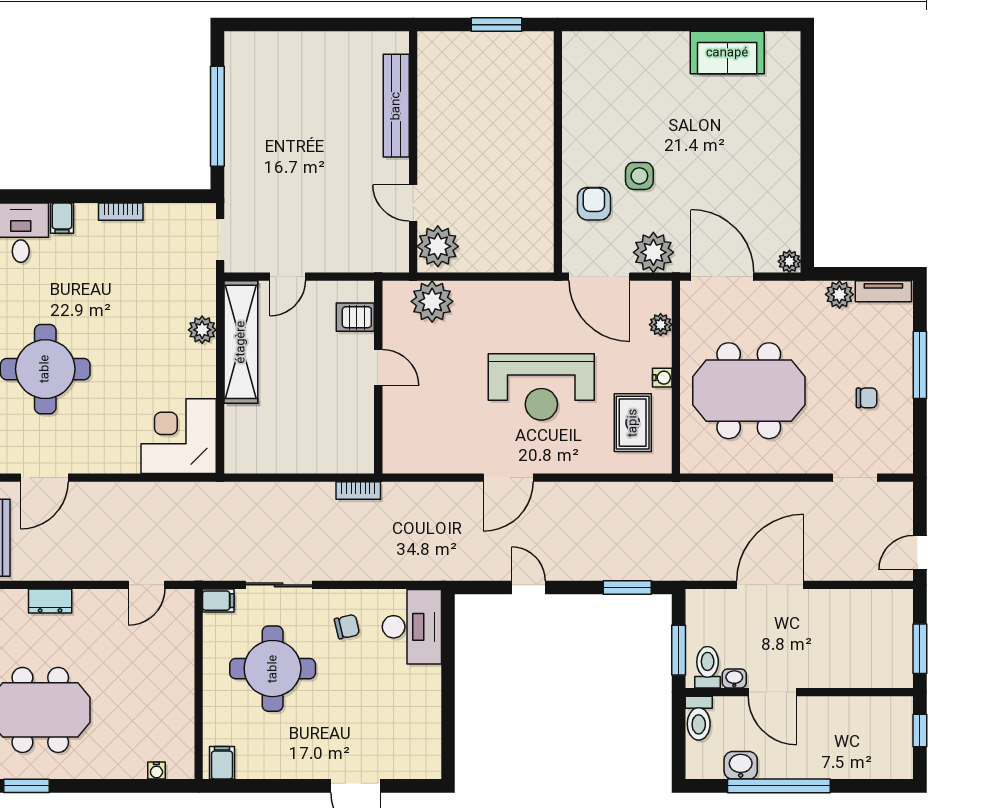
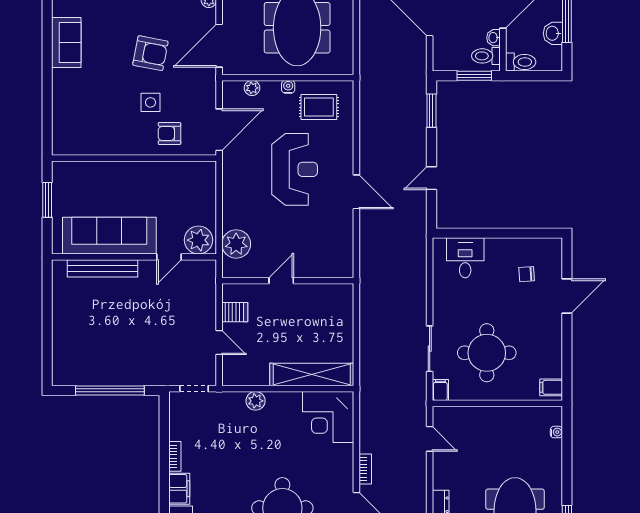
sofa: (444, 116) -> (109, 236), added
armchair: (712, 176) -> (150, 53), added
filing cabinet: (62, 218) -> (179, 489), width x2.00
plant: (653, 252) -> (203, 93), removed
server rack: (355, 317) -> (235, 312), moved, turned -90
shelving: (241, 342) -> (312, 374), moved
bookcase: (358, 490) -> (365, 469), moved
chair: (347, 627) -> (527, 274), moved, turned -81
desk: (412, 627) -> (465, 258), width x0.73

